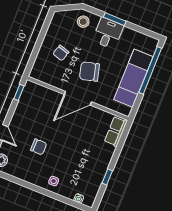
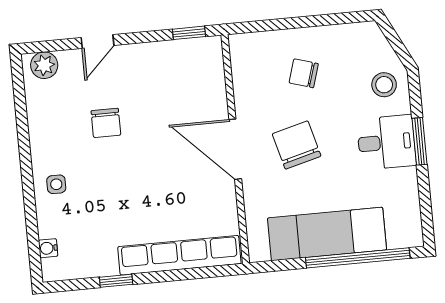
row of seats: (116, 131) -> (179, 255), width x2.02

